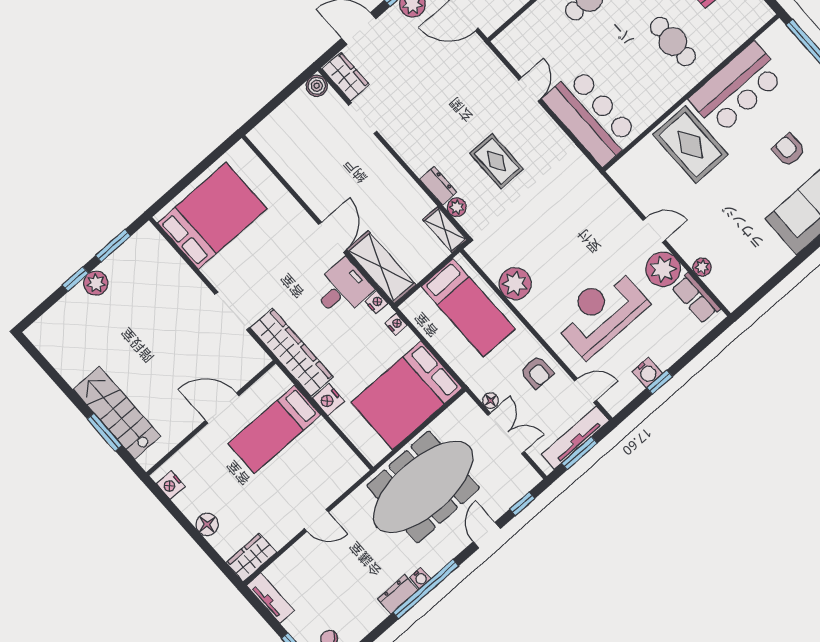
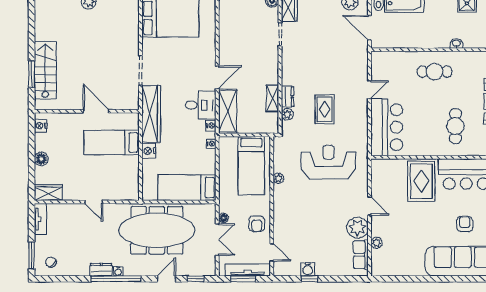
shelving: (445, 230) -> (273, 98), moved
plant: (515, 284) -> (278, 178), width x0.53, depth x0.53
reception desk: (601, 312) -> (329, 162), moved
bed: (407, 395) -> (187, 188), width x0.67

